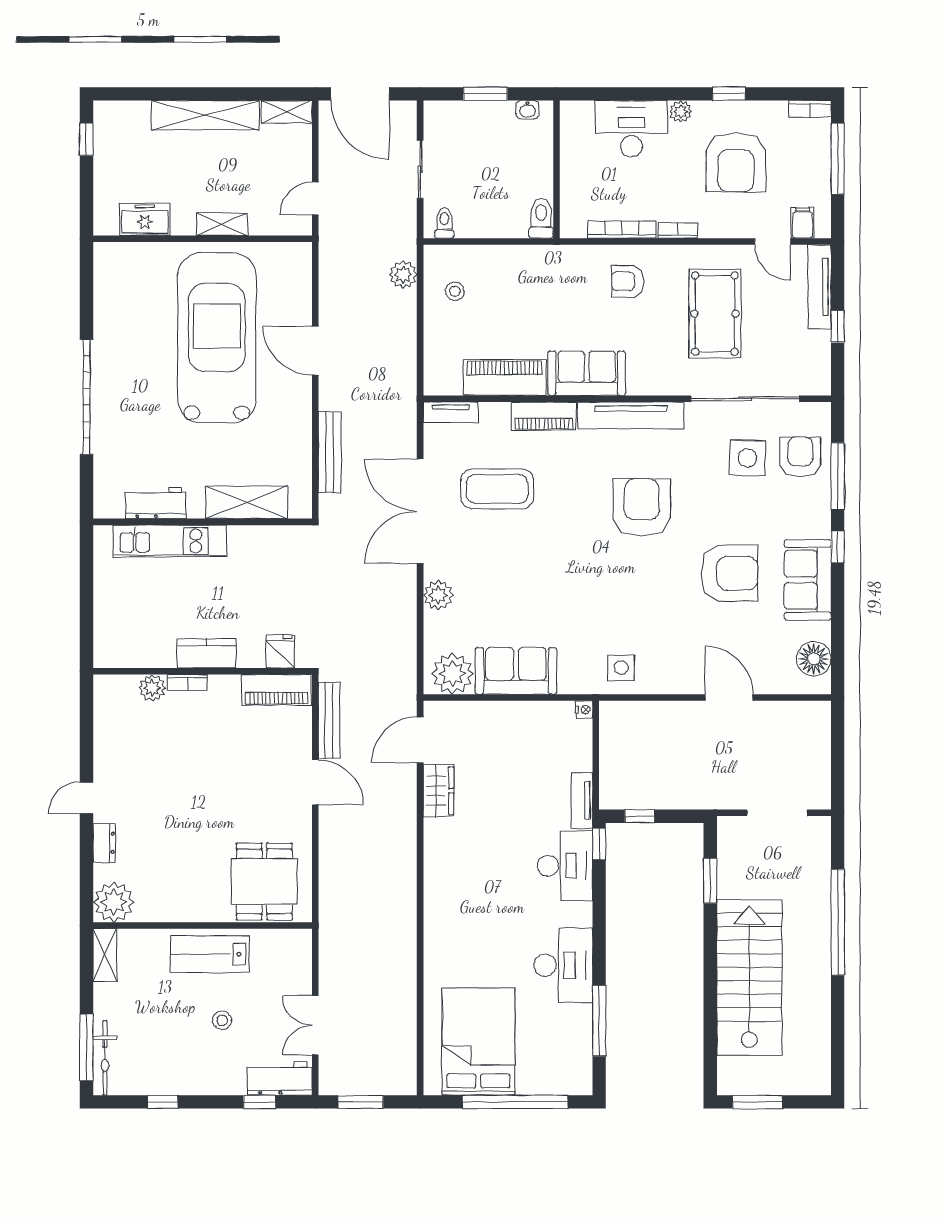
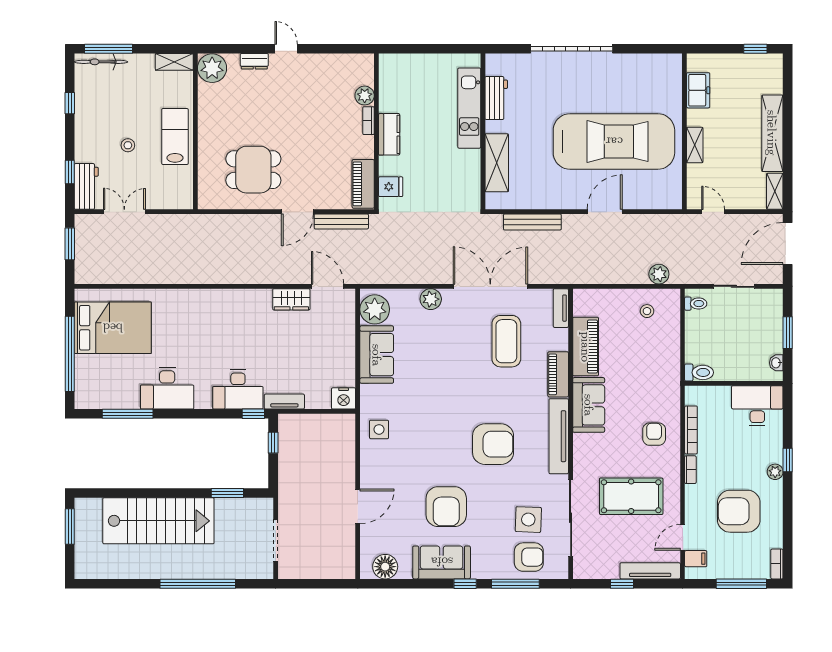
window: (729, 94) -> (788, 460), moved
desk: (631, 129) -> (757, 406), moved, turned -90
nightstand: (584, 710) -> (344, 398), width x1.89, depth x1.79
dining table: (264, 881) -> (253, 170), moved

